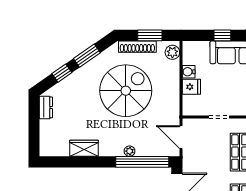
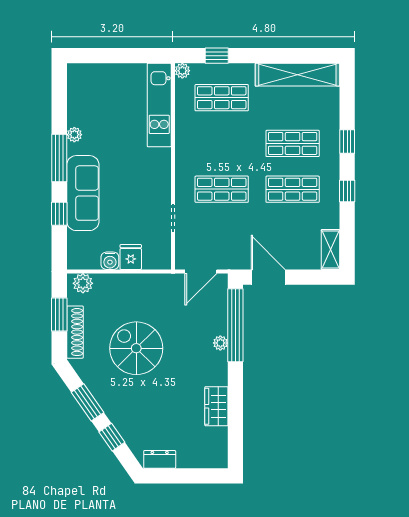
spiral stairs: (126, 91) -> (136, 348), width x0.73, depth x0.73

